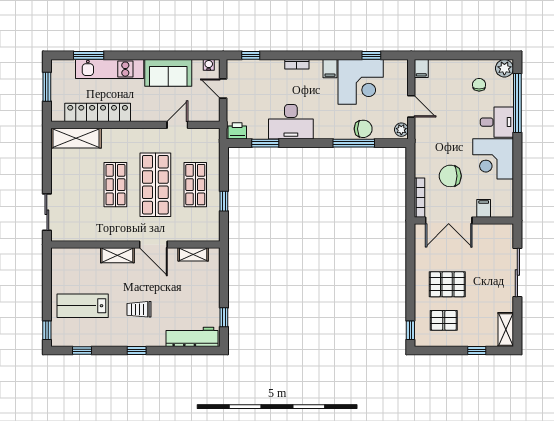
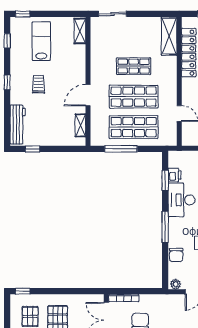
printer: (237, 131) -> (175, 175), moved
window: (354, 143) -> (165, 227), moved
shop shelf: (195, 185) -> (134, 127), width x1.43, depth x1.36
window: (224, 201) -> (121, 149), width x2.17
shelving: (117, 255) -> (80, 31), moved

